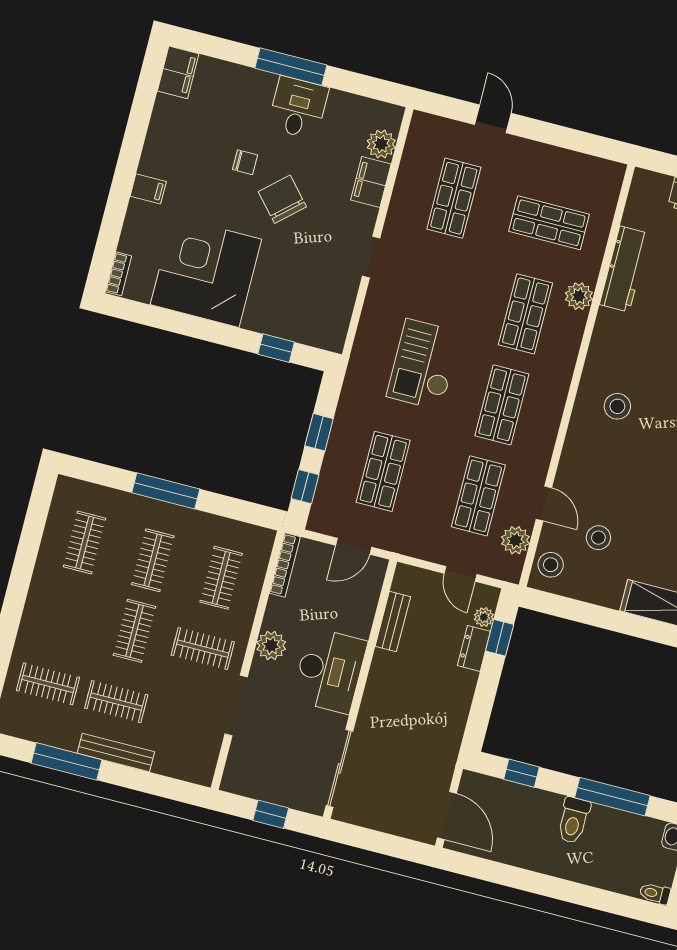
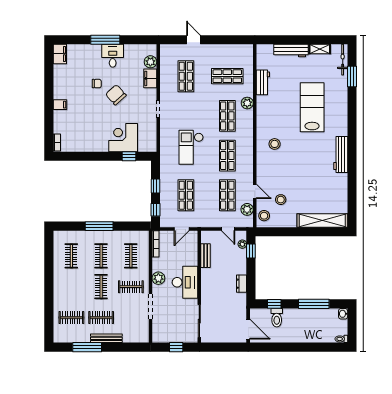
workbench: (624, 269) -> (263, 82), width x0.73
corner desk: (206, 272) -> (123, 138), moved, width x0.74, depth x0.74
dresser: (474, 648) -> (242, 284), moved
toilet: (573, 820) -> (277, 318), moved

